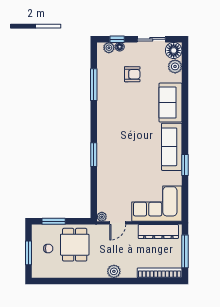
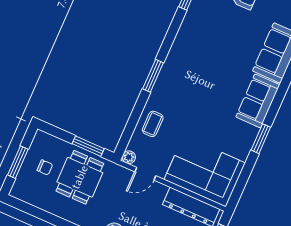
sofa: (172, 147) -> (258, 101), width x0.73
coffee table: (108, 187) -> (153, 124), added
window: (54, 221) -> (88, 146), moved

